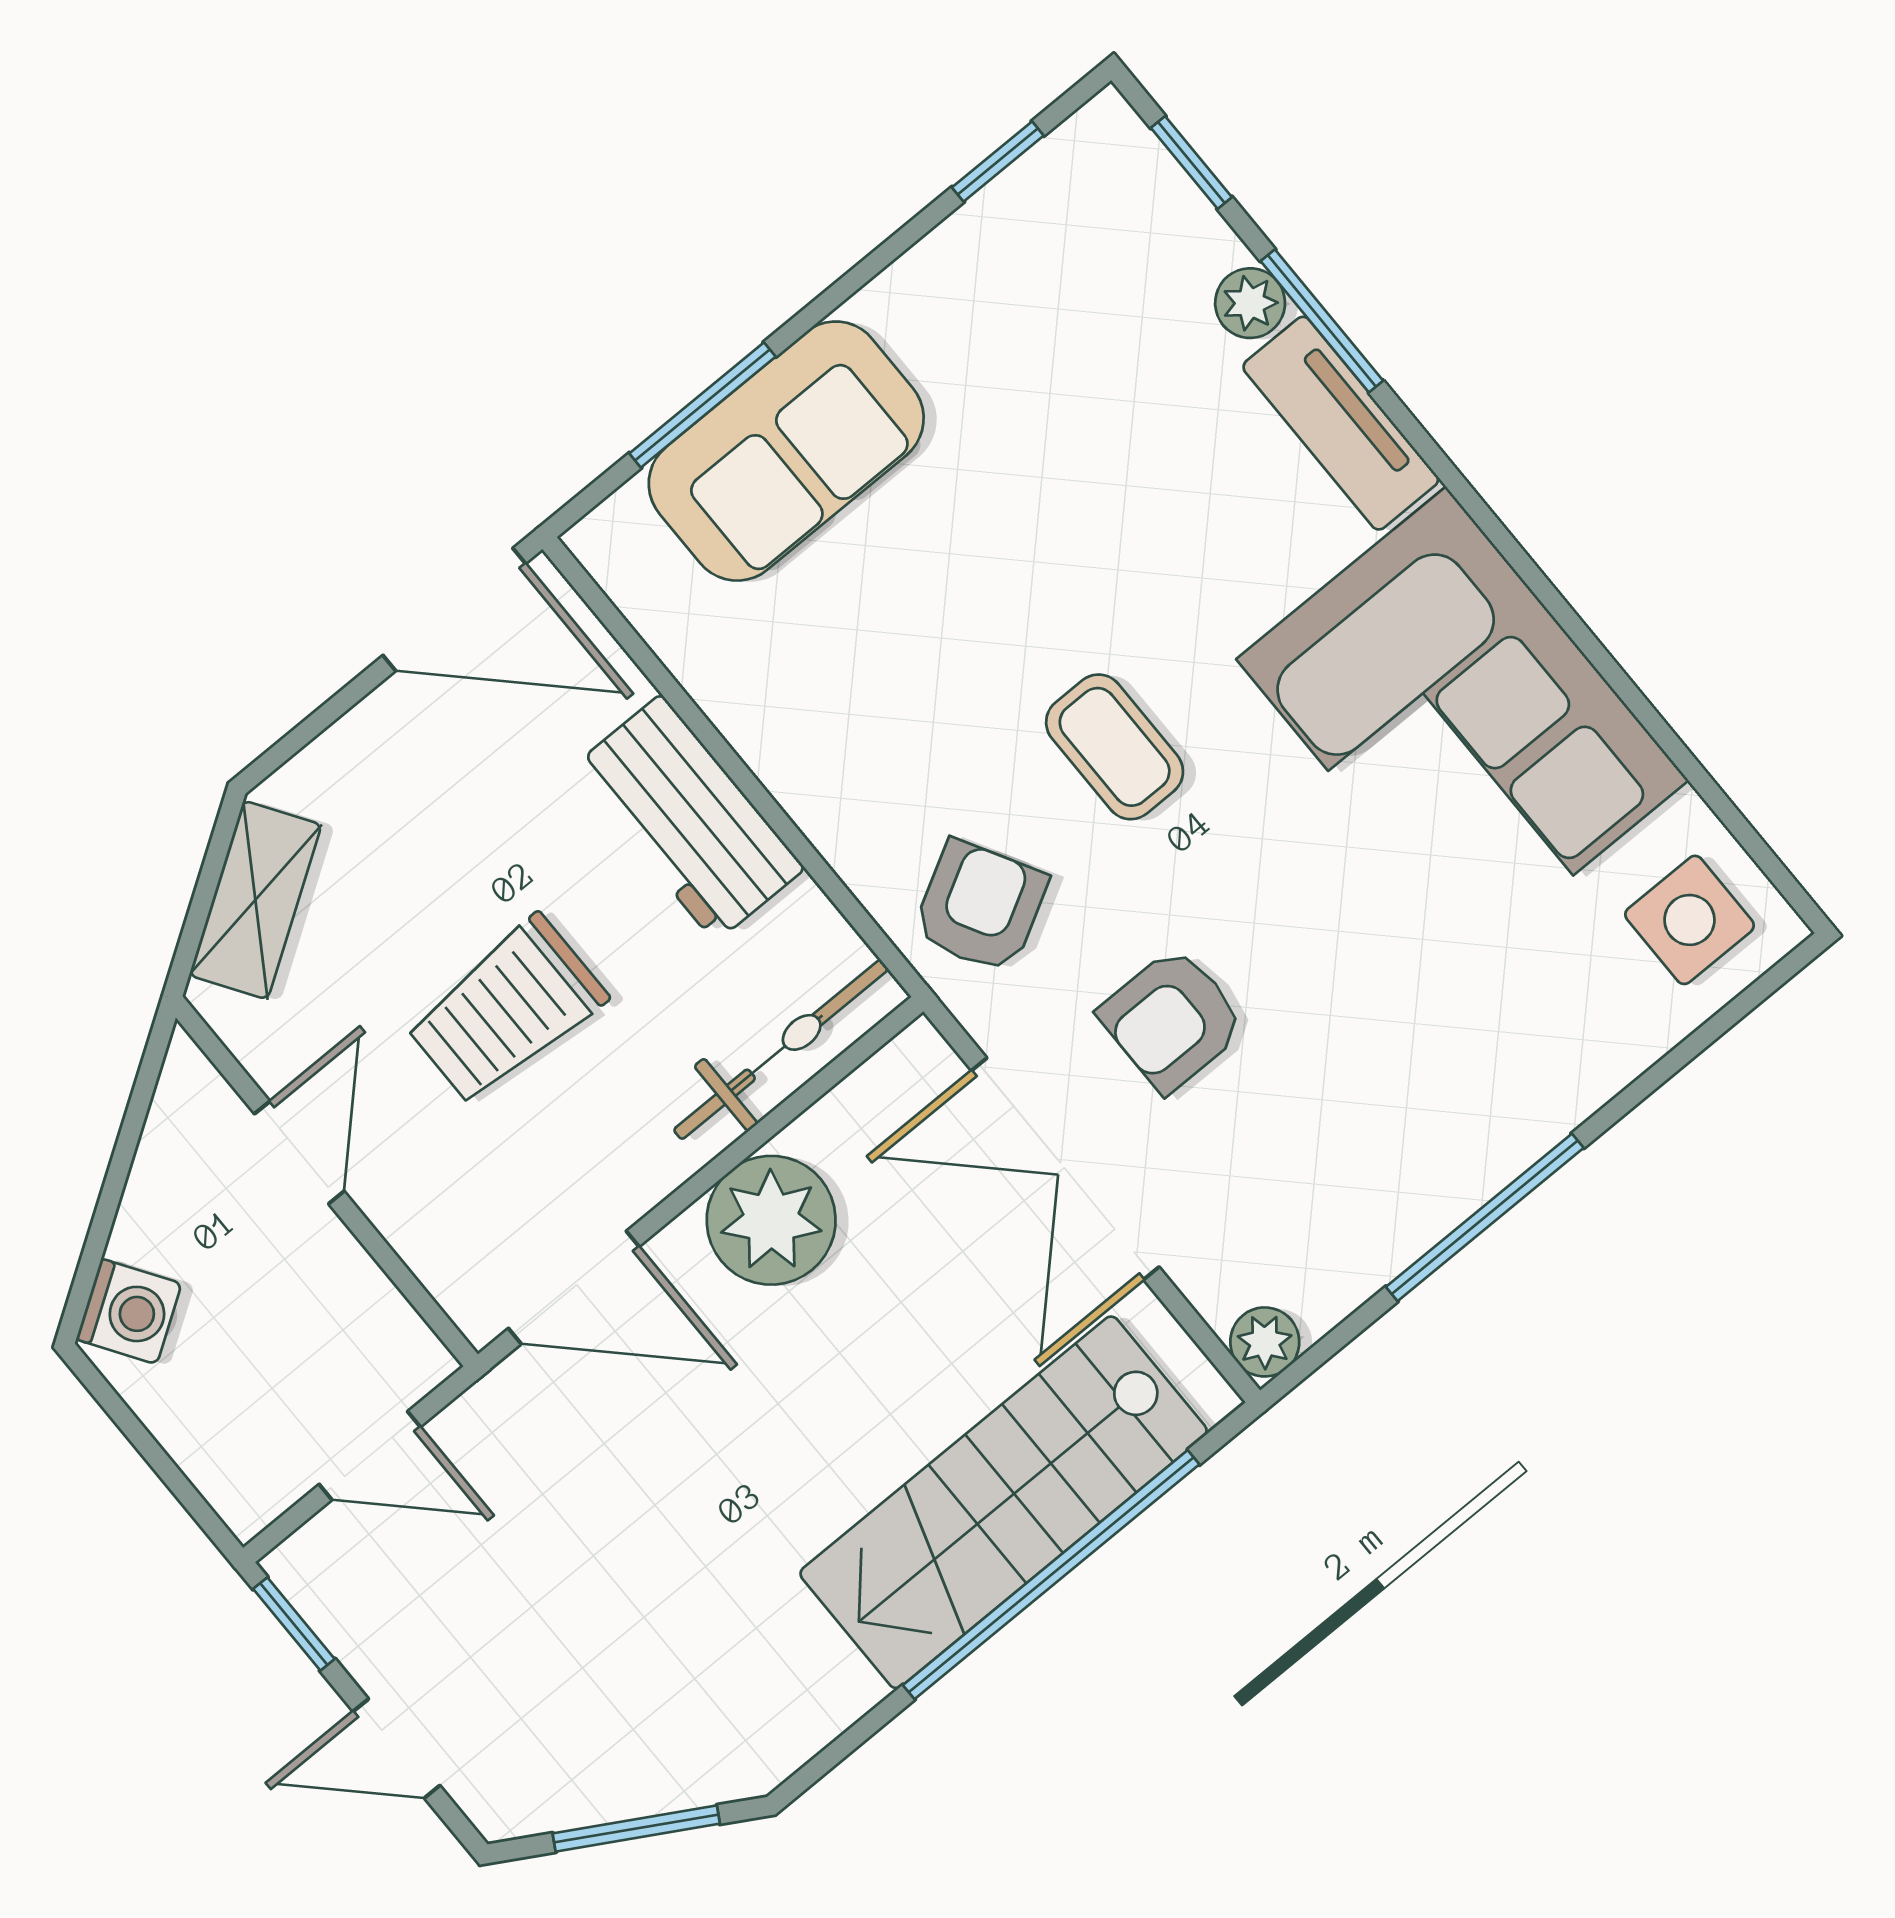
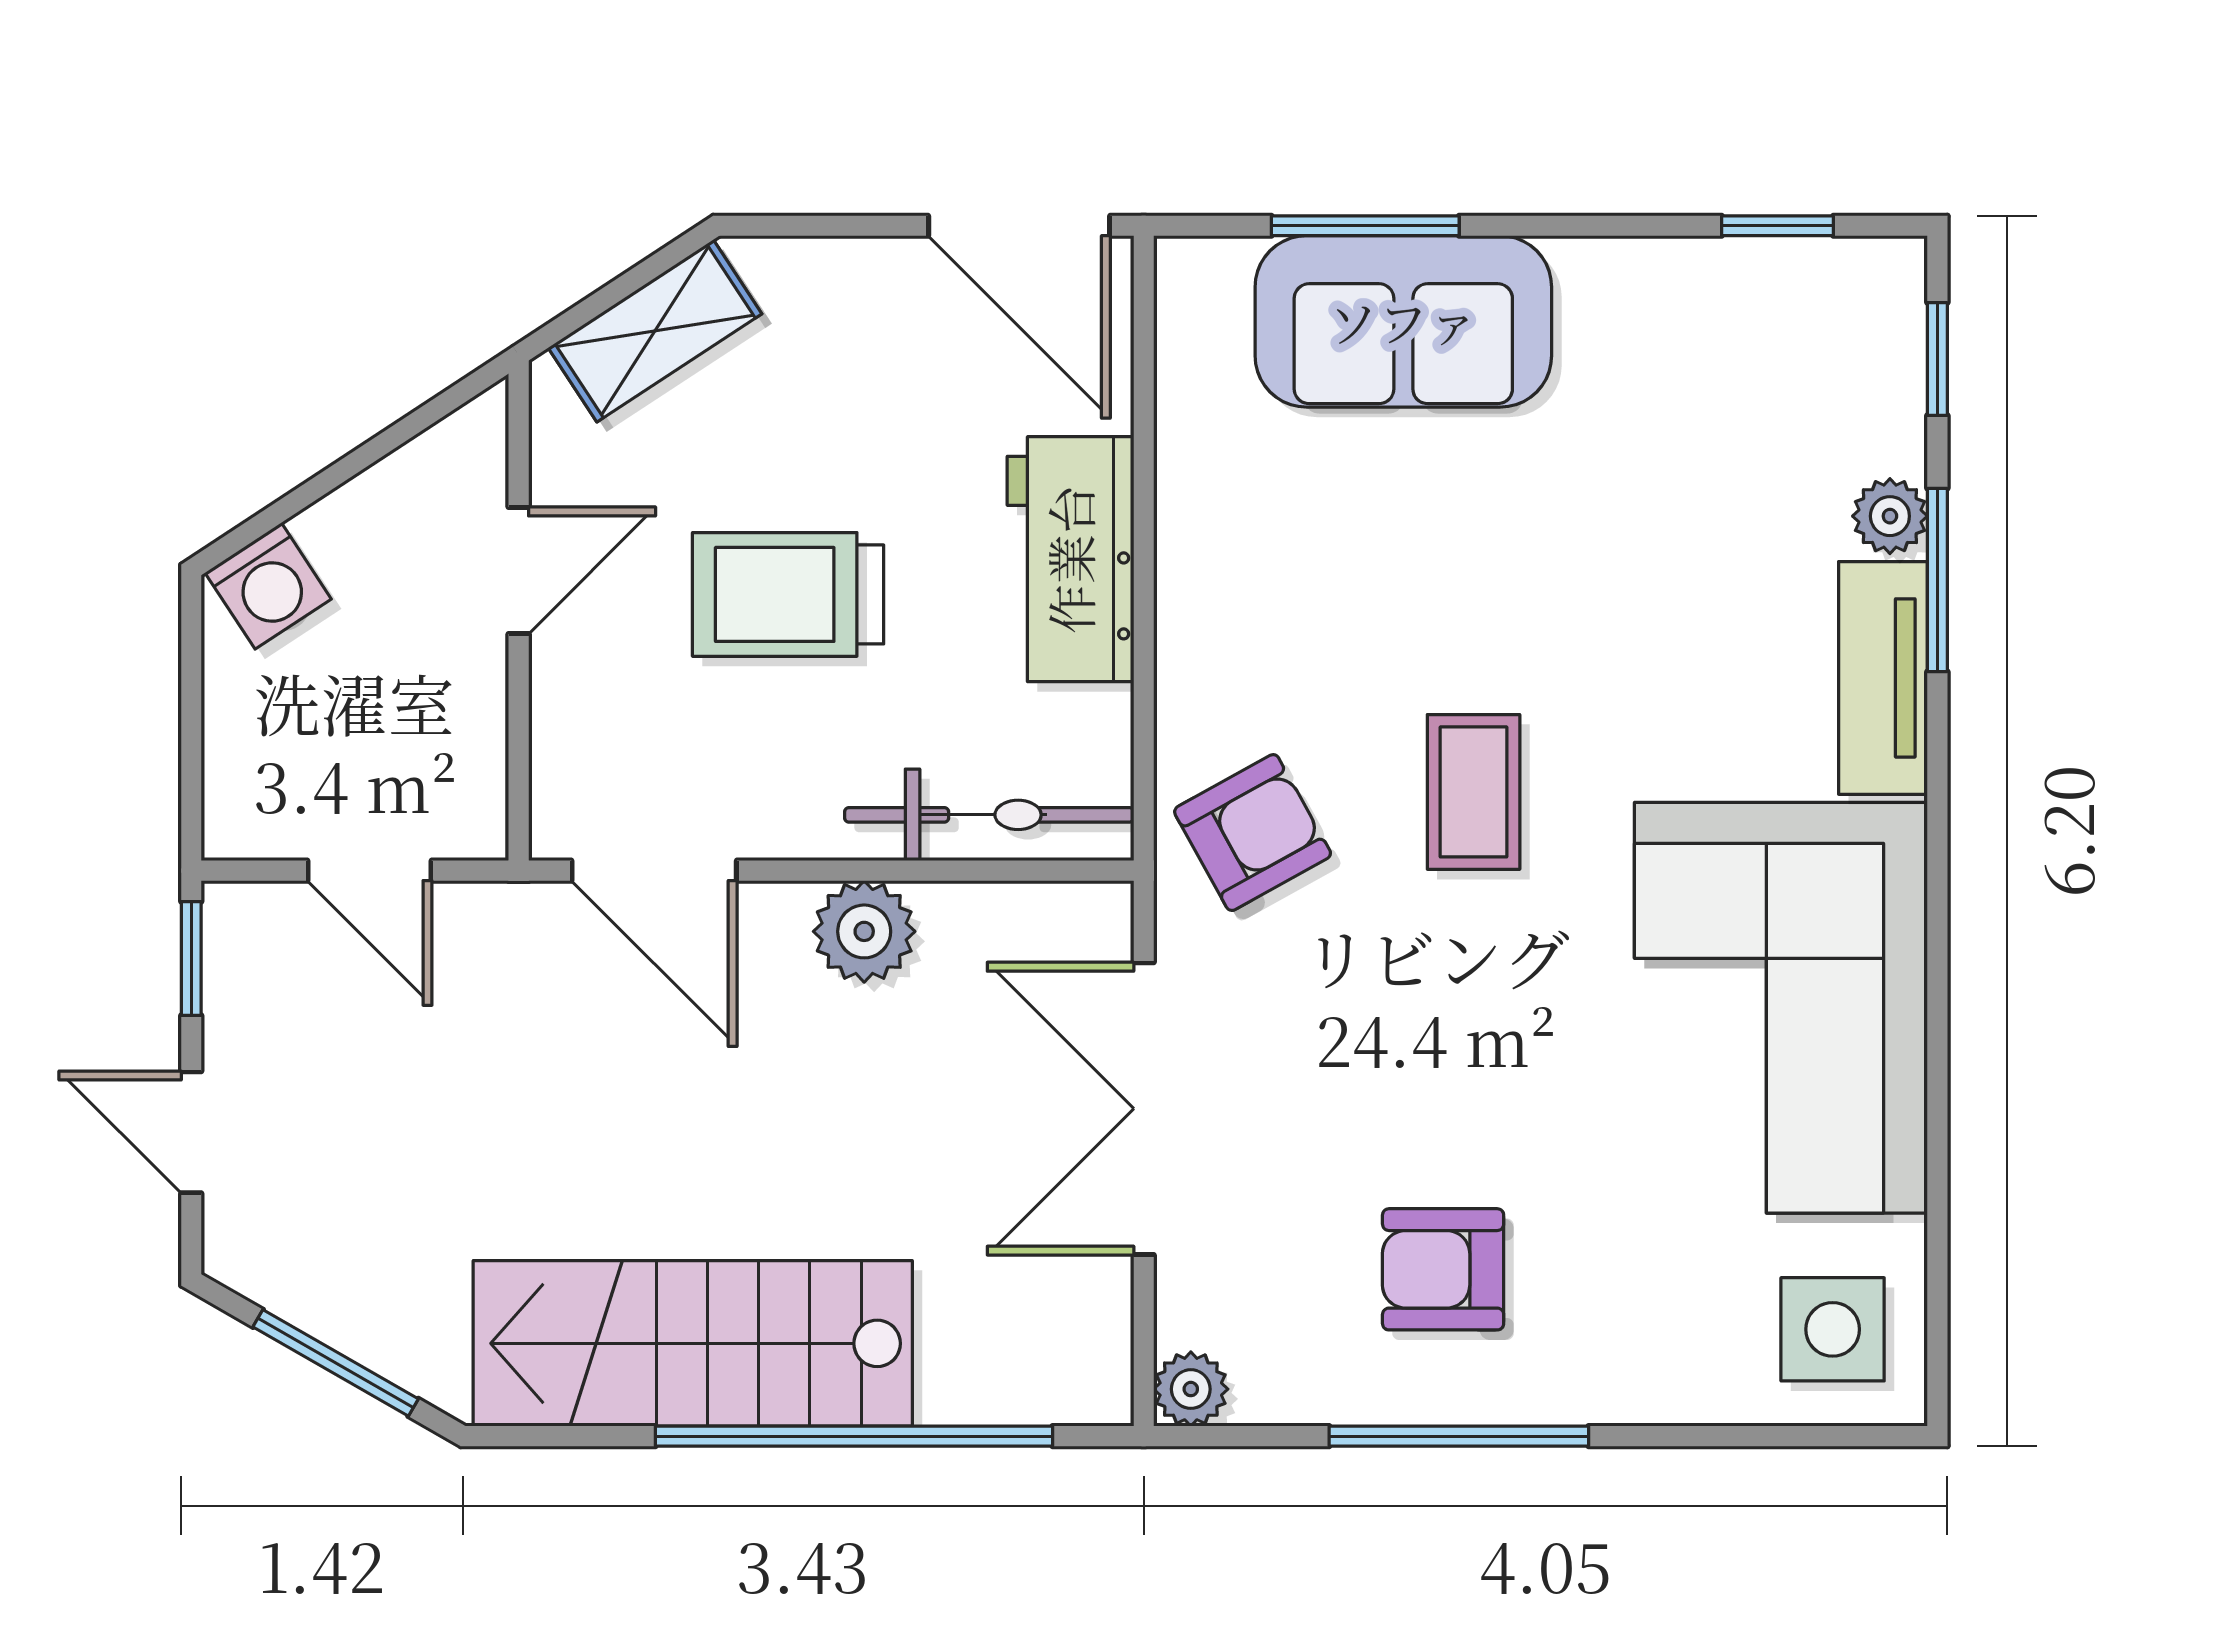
armchair: (1172, 1020) -> (1443, 1269), moved
plant: (771, 1220) -> (864, 931), width x0.73, depth x0.73
stairs: (1004, 1502) -> (693, 1343), moved

